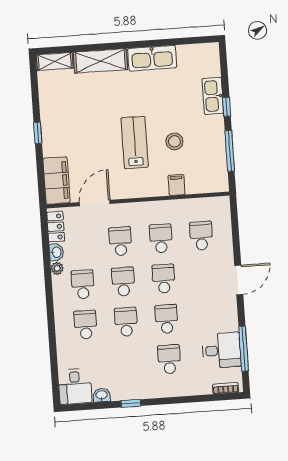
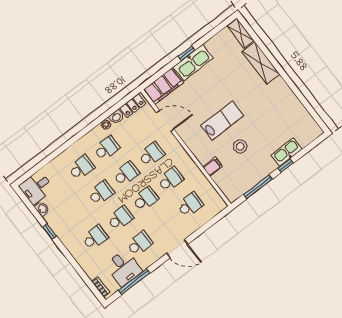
kitchen sink: (152, 58) -> (193, 63), moved, turned -90
school desk: (207, 316) -> (140, 244), added

